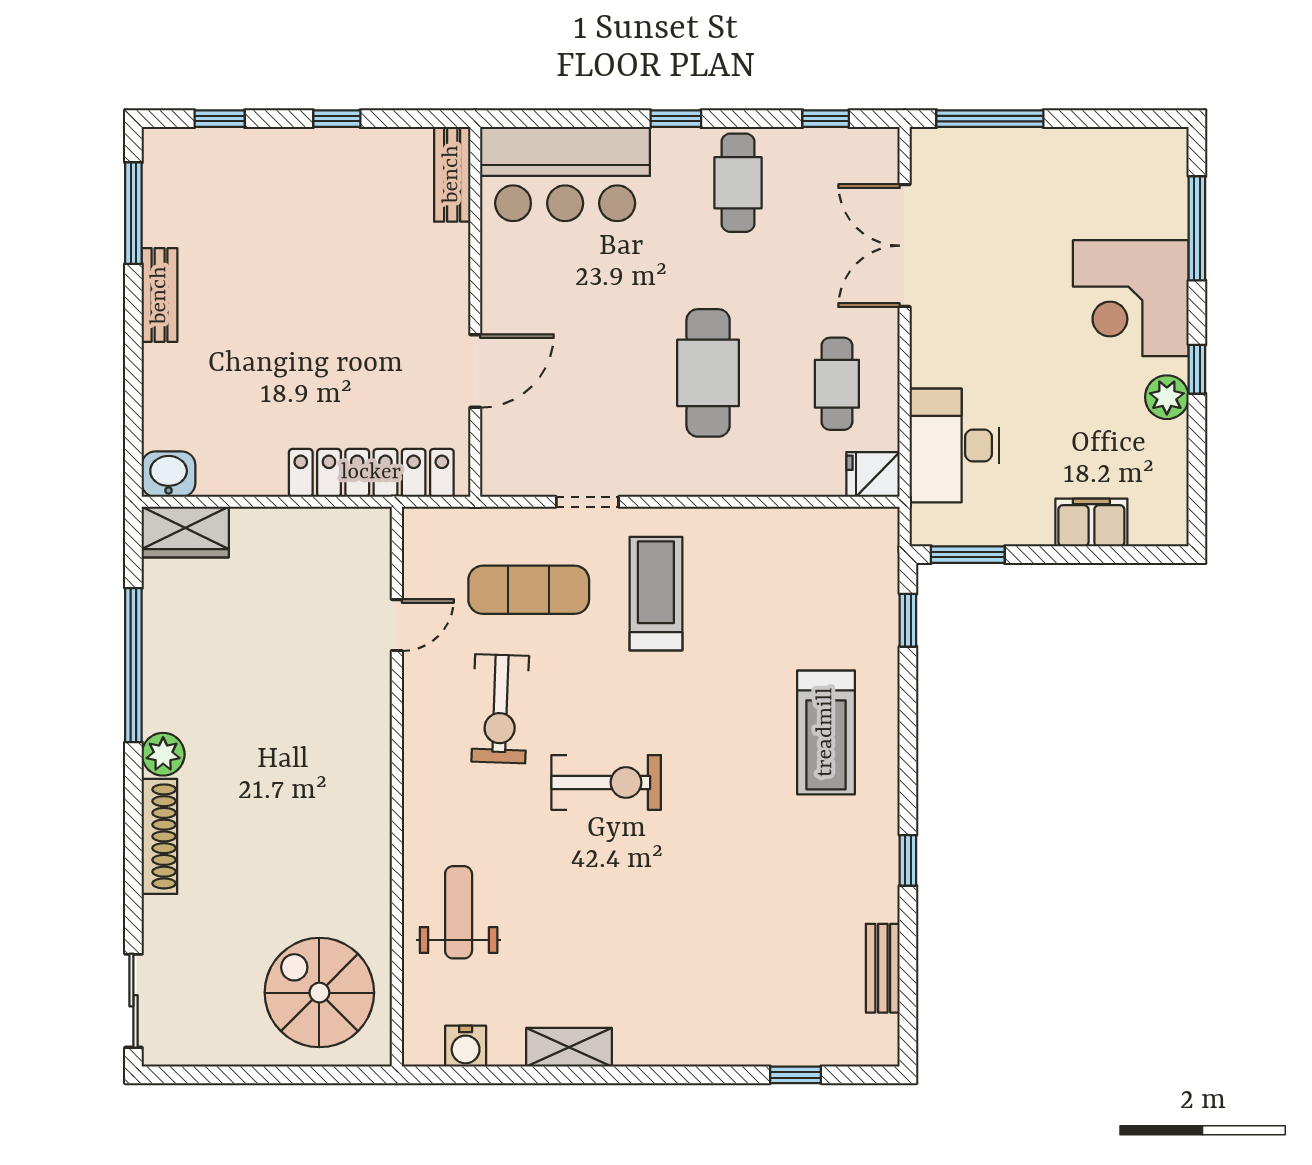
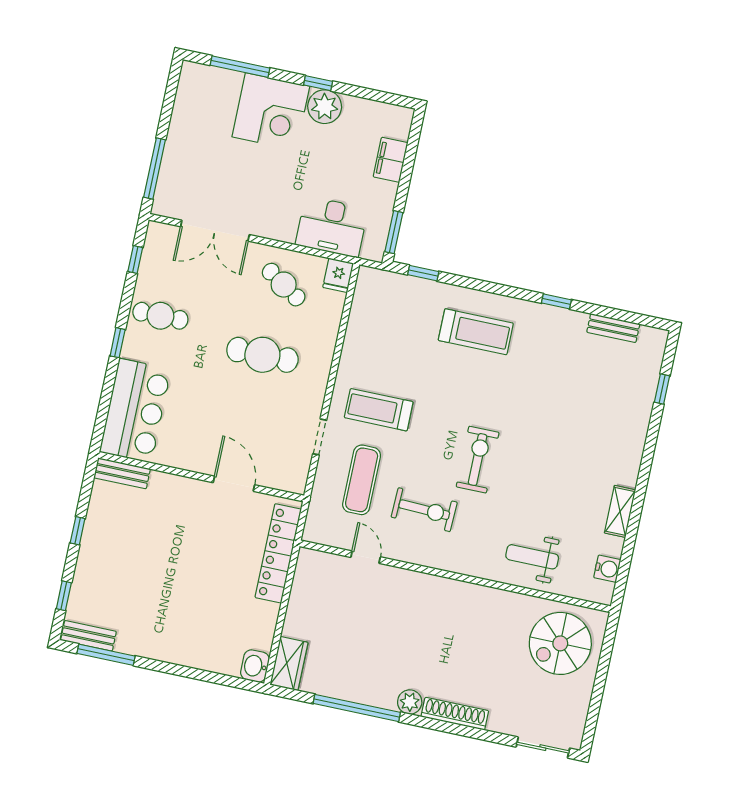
bench: (160, 295) -> (88, 636), moved
cafe table: (837, 384) -> (284, 285), turned 33
plant: (1167, 397) -> (325, 107), width x1.36, depth x1.36

